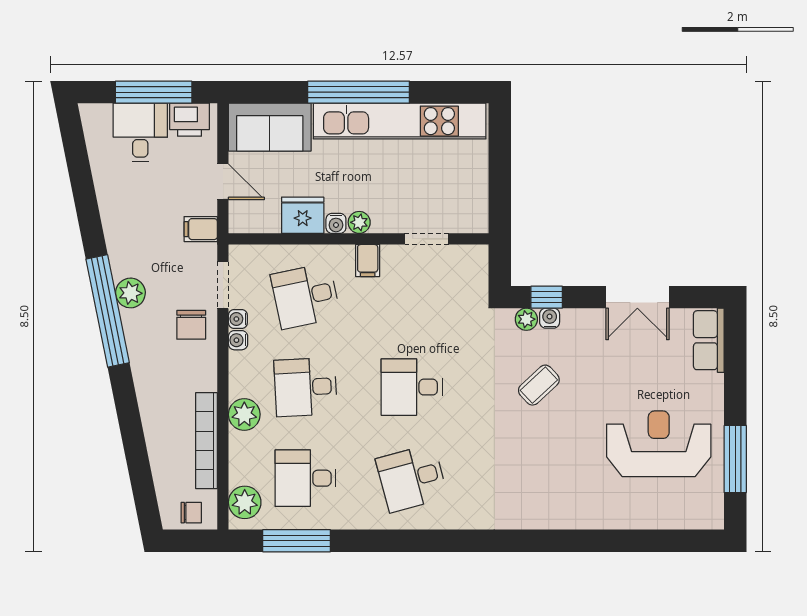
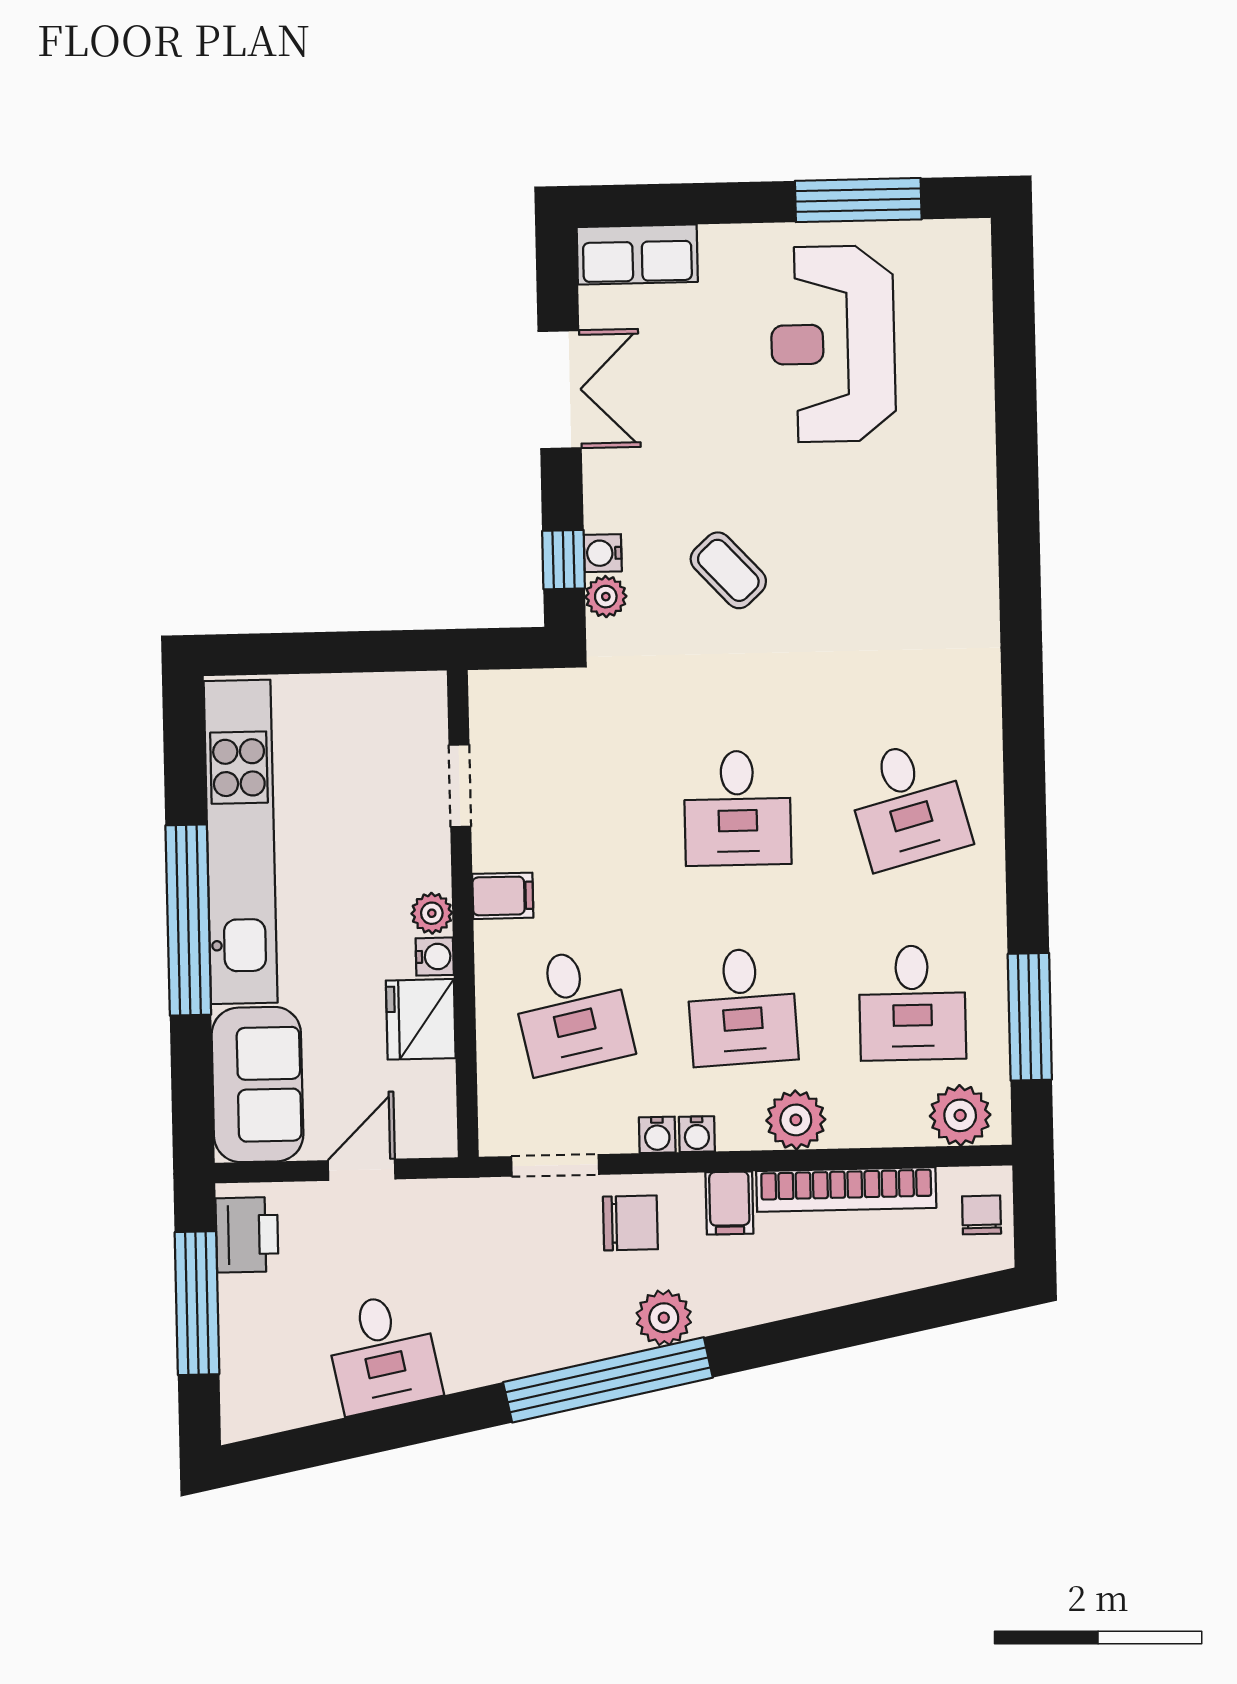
desk: (140, 132) -> (383, 1353), moved, turned -101
filing cabinet: (201, 229) -> (729, 1203), moved
plant: (130, 293) -> (664, 1318), moved
water cooler: (238, 319) -> (697, 1134), moved

